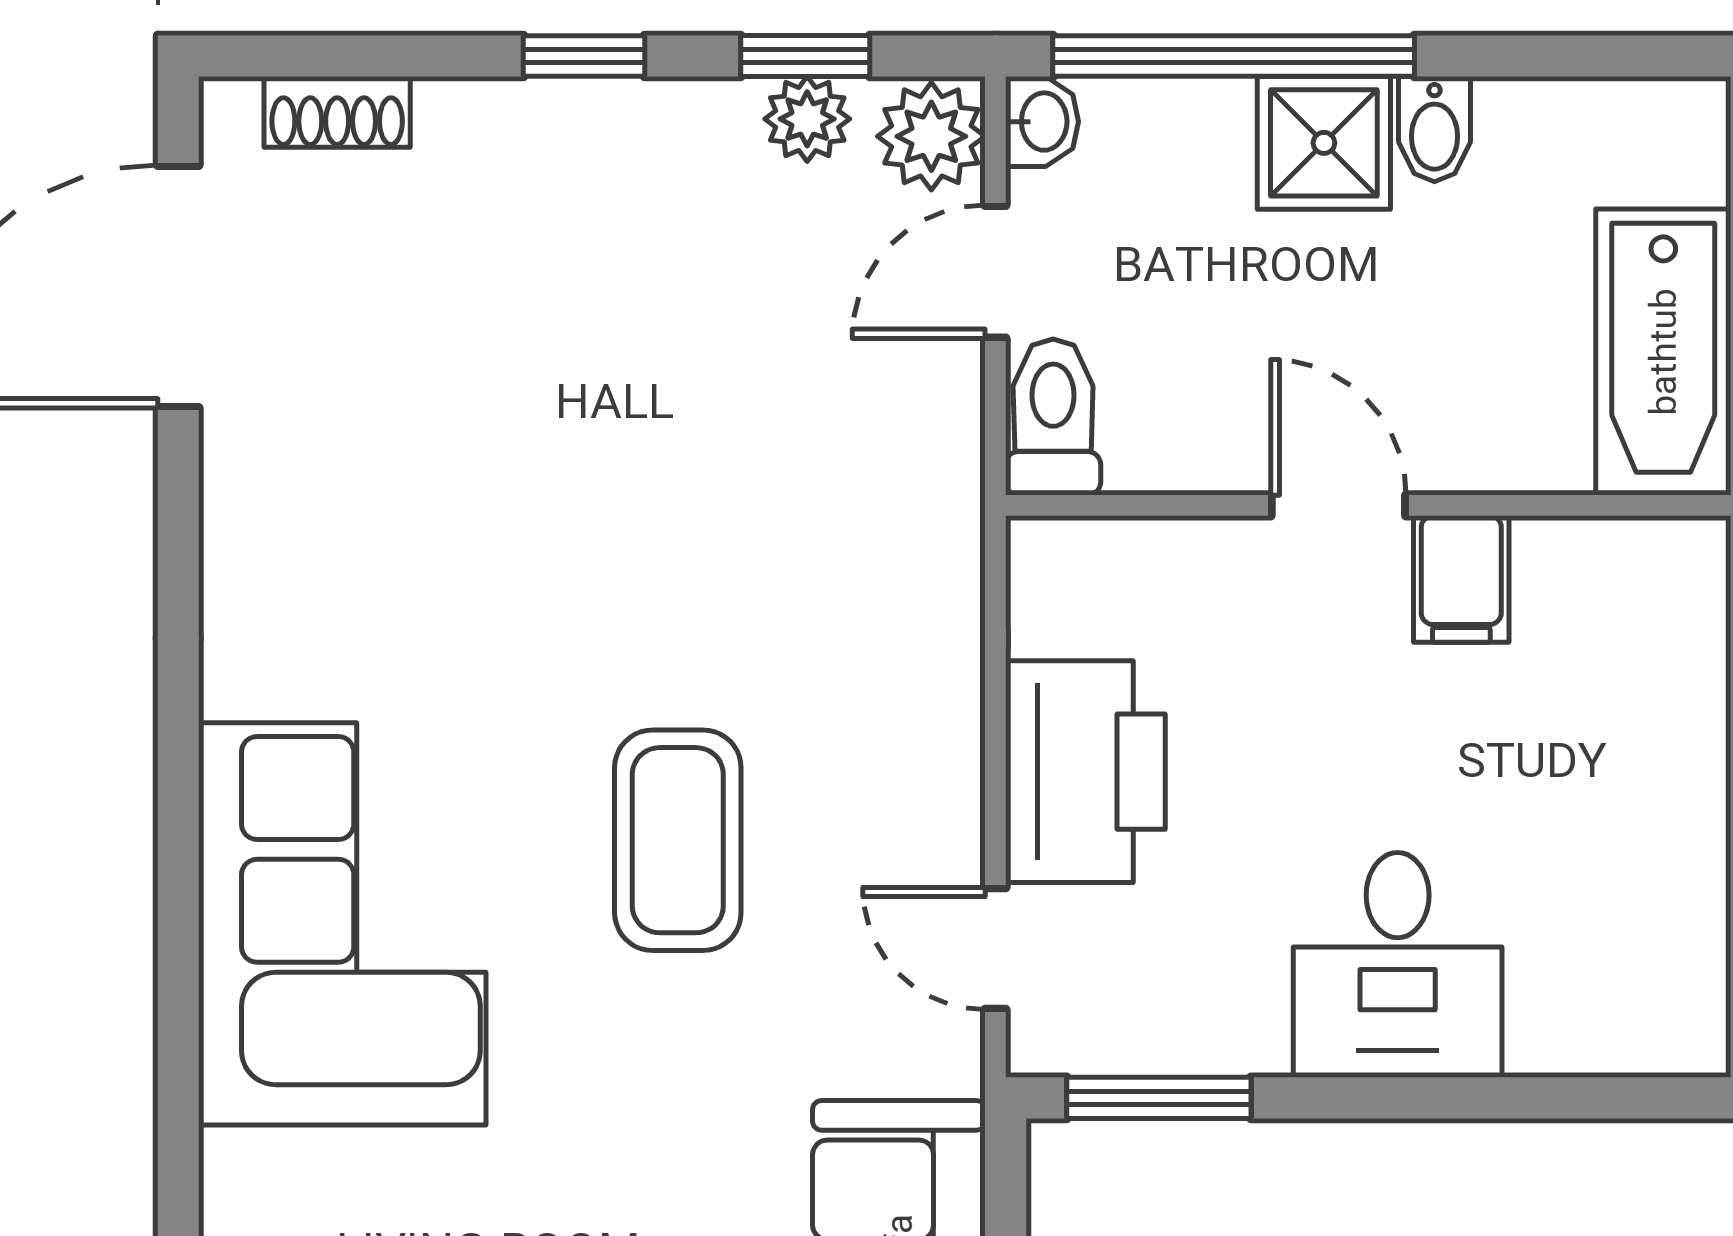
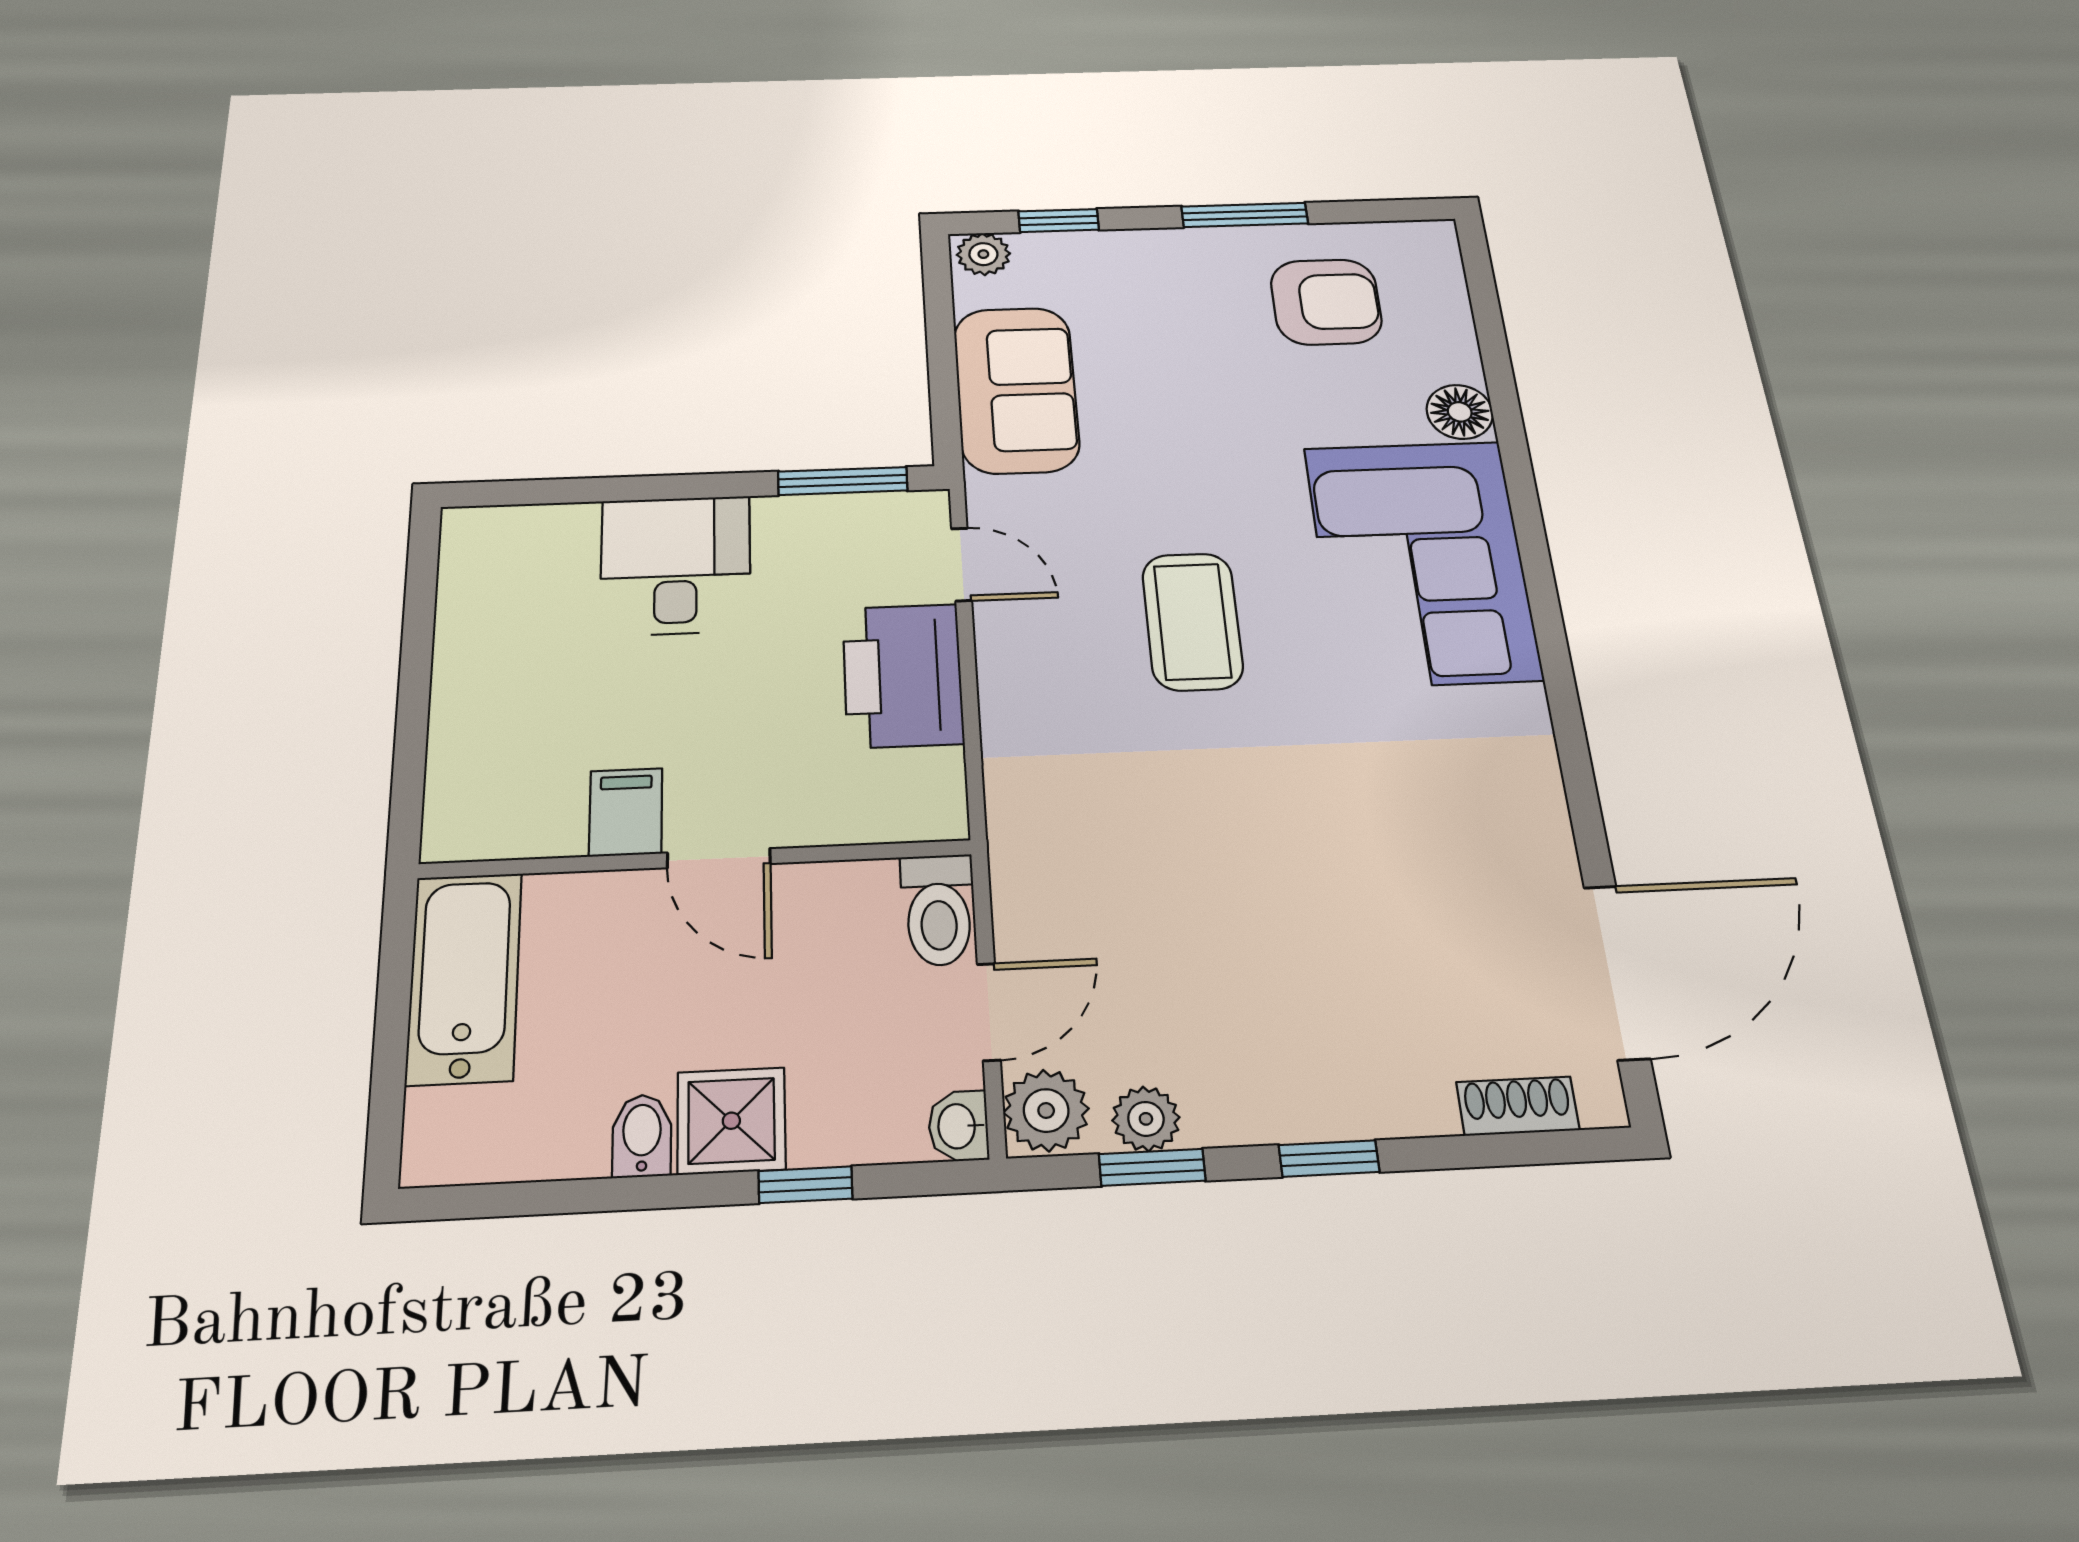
window: (1234, 56) -> (805, 1185), width x0.32
floor lamp: (247, 1182) -> (1460, 412), added

